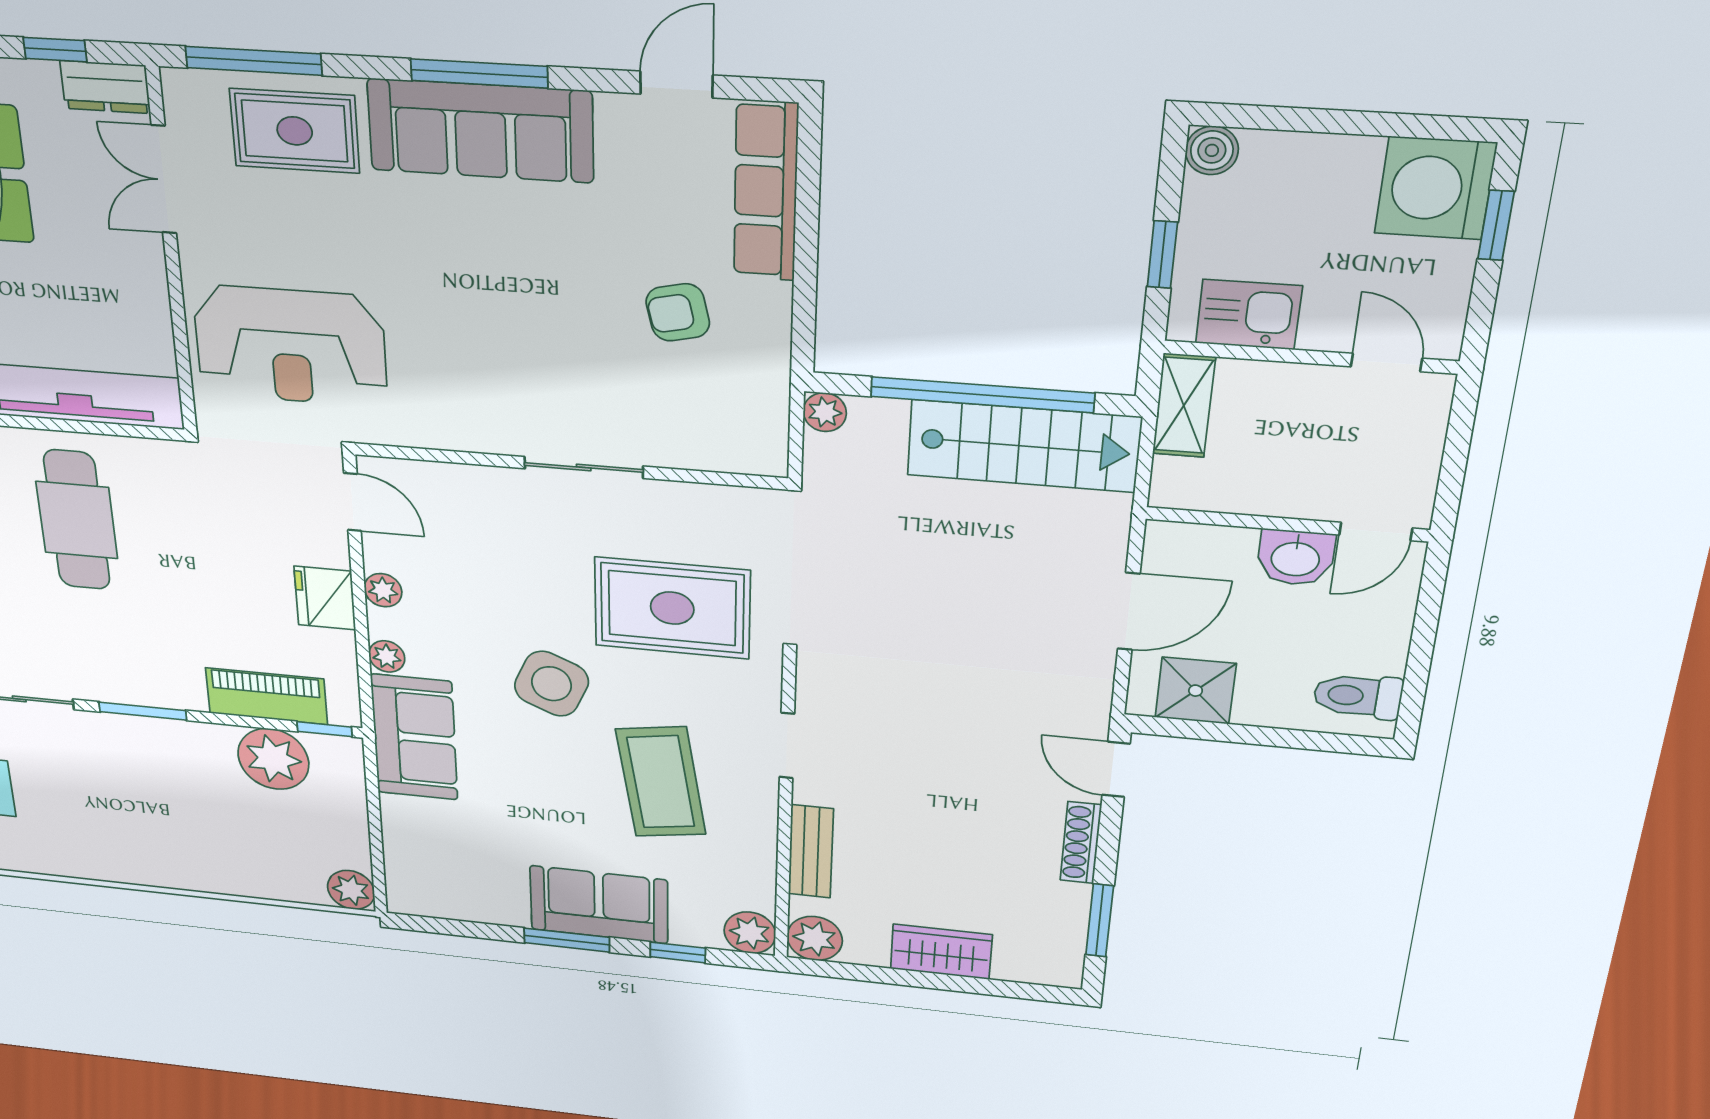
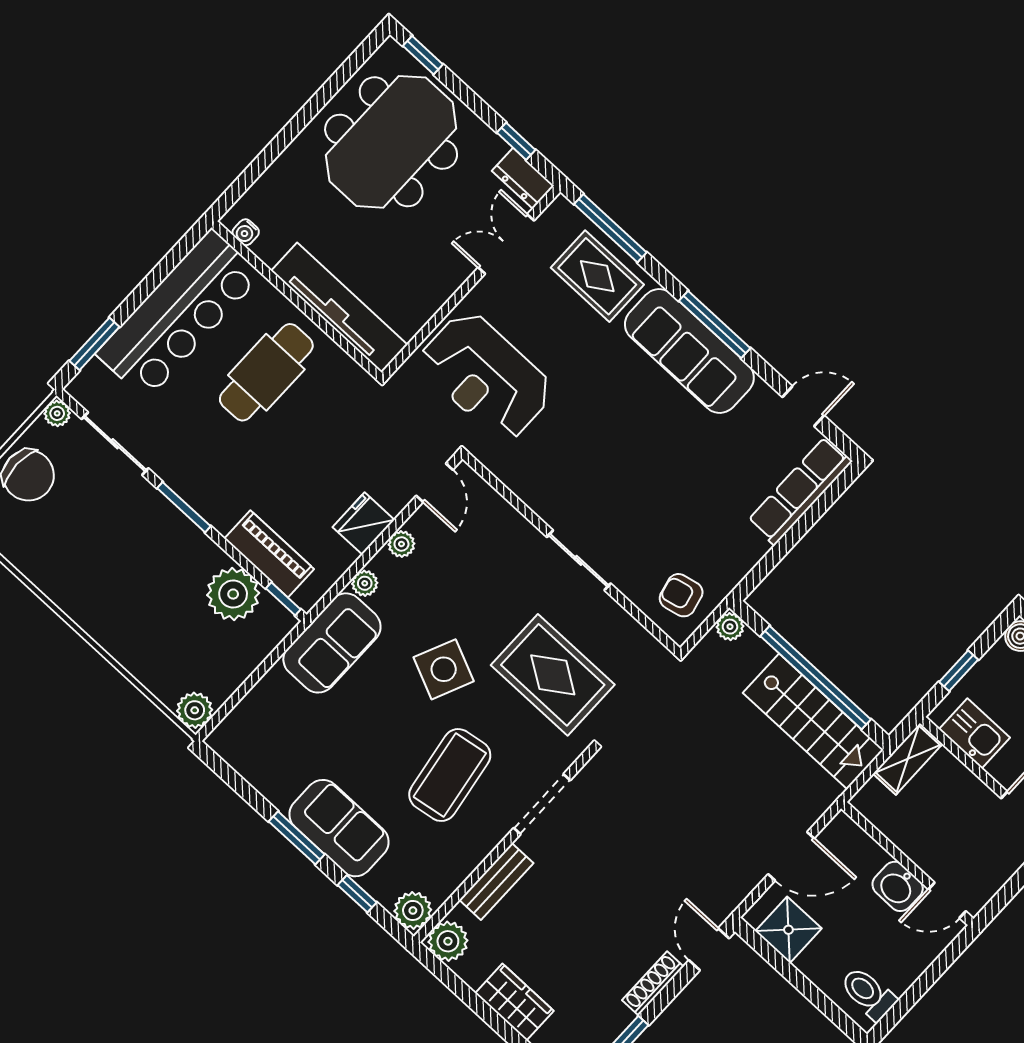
armchair: (678, 312) -> (681, 595), moved
doorway: (787, 746) -> (542, 804), width x1.38

